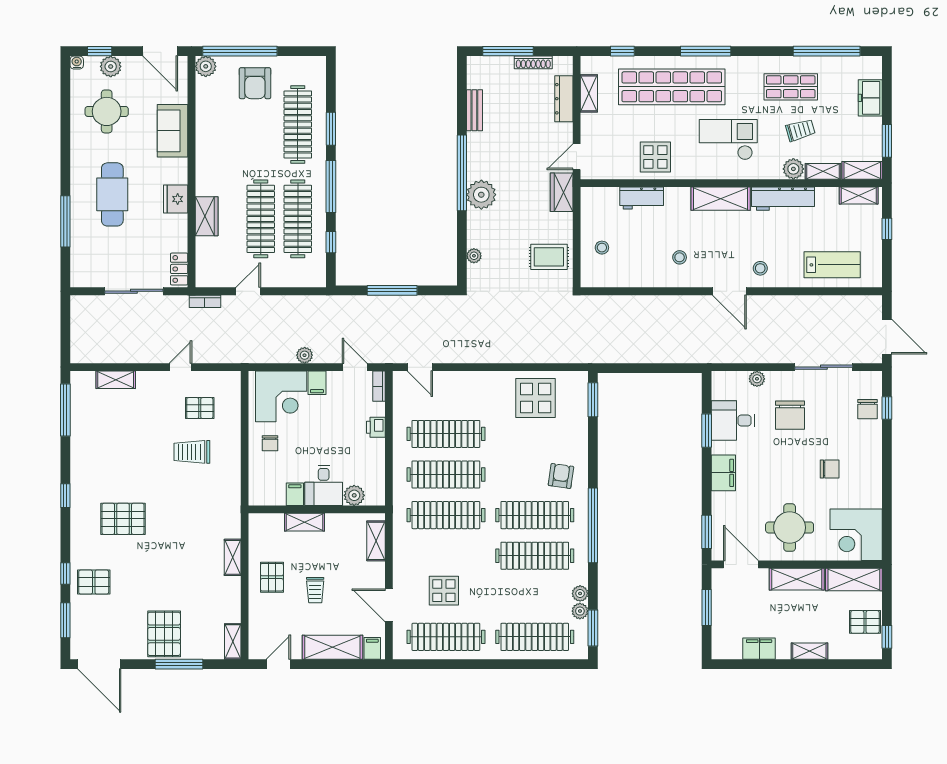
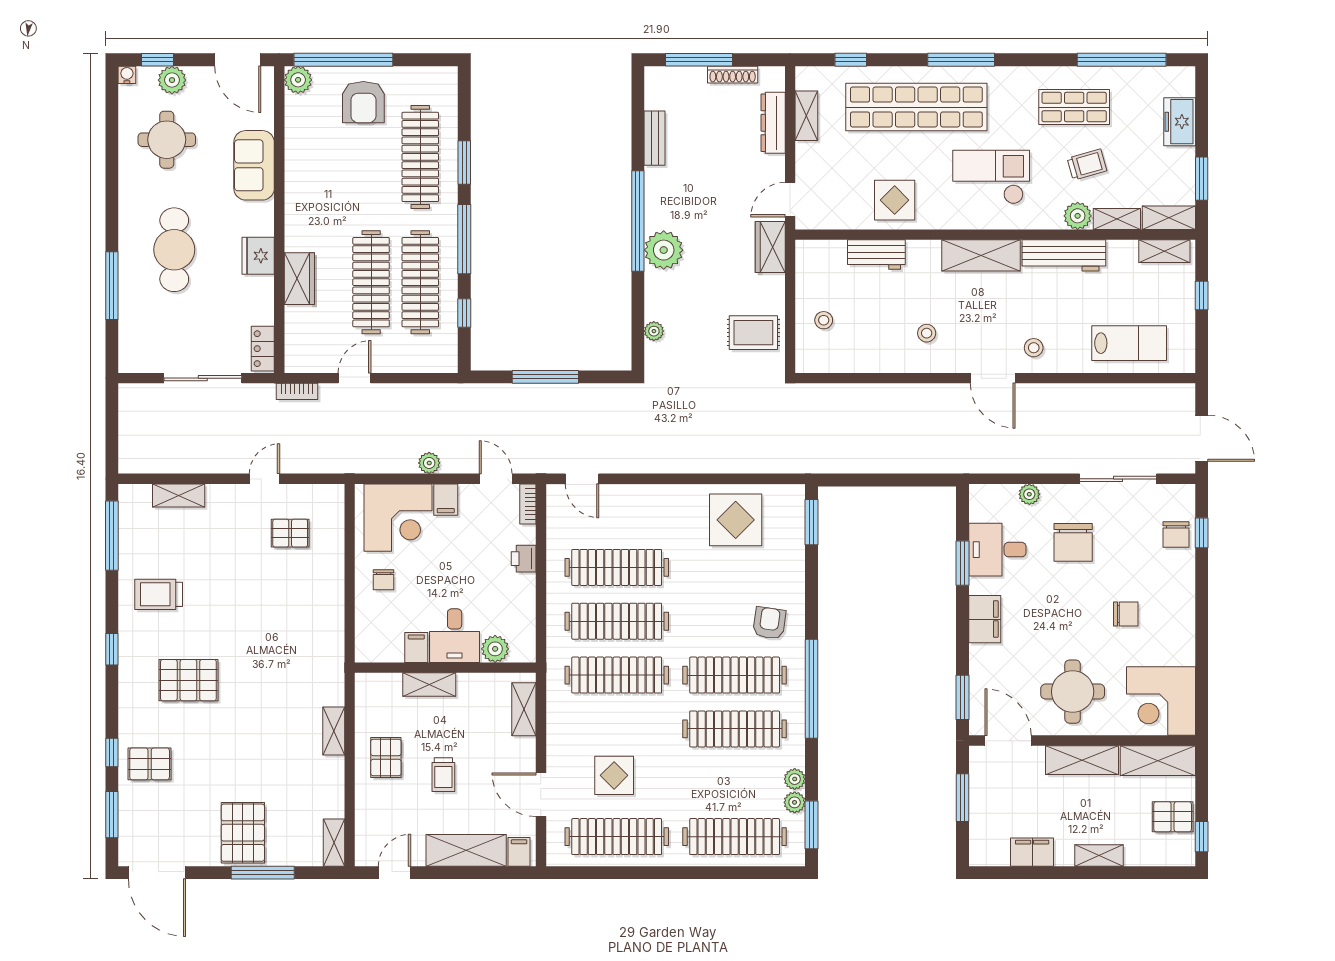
trolley: (192, 452) -> (159, 594), moved

